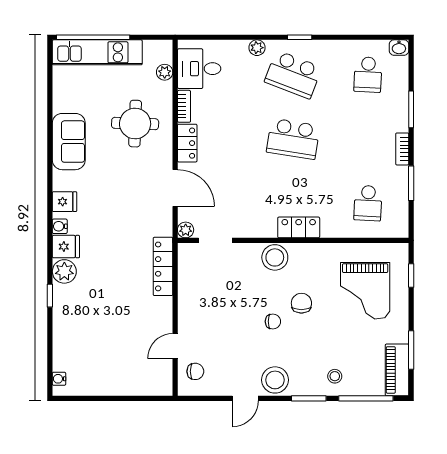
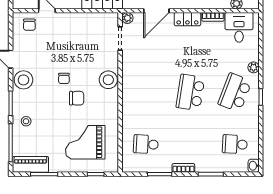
locker: (299, 227) -> (129, 96), removed

